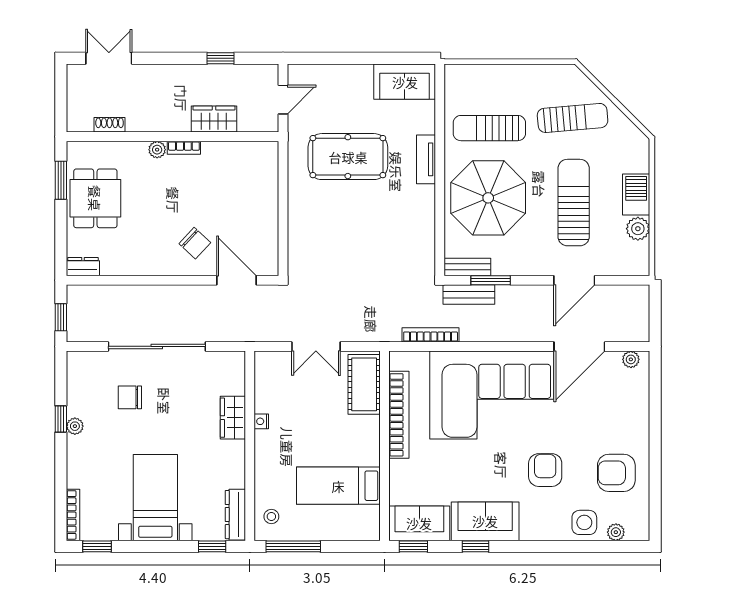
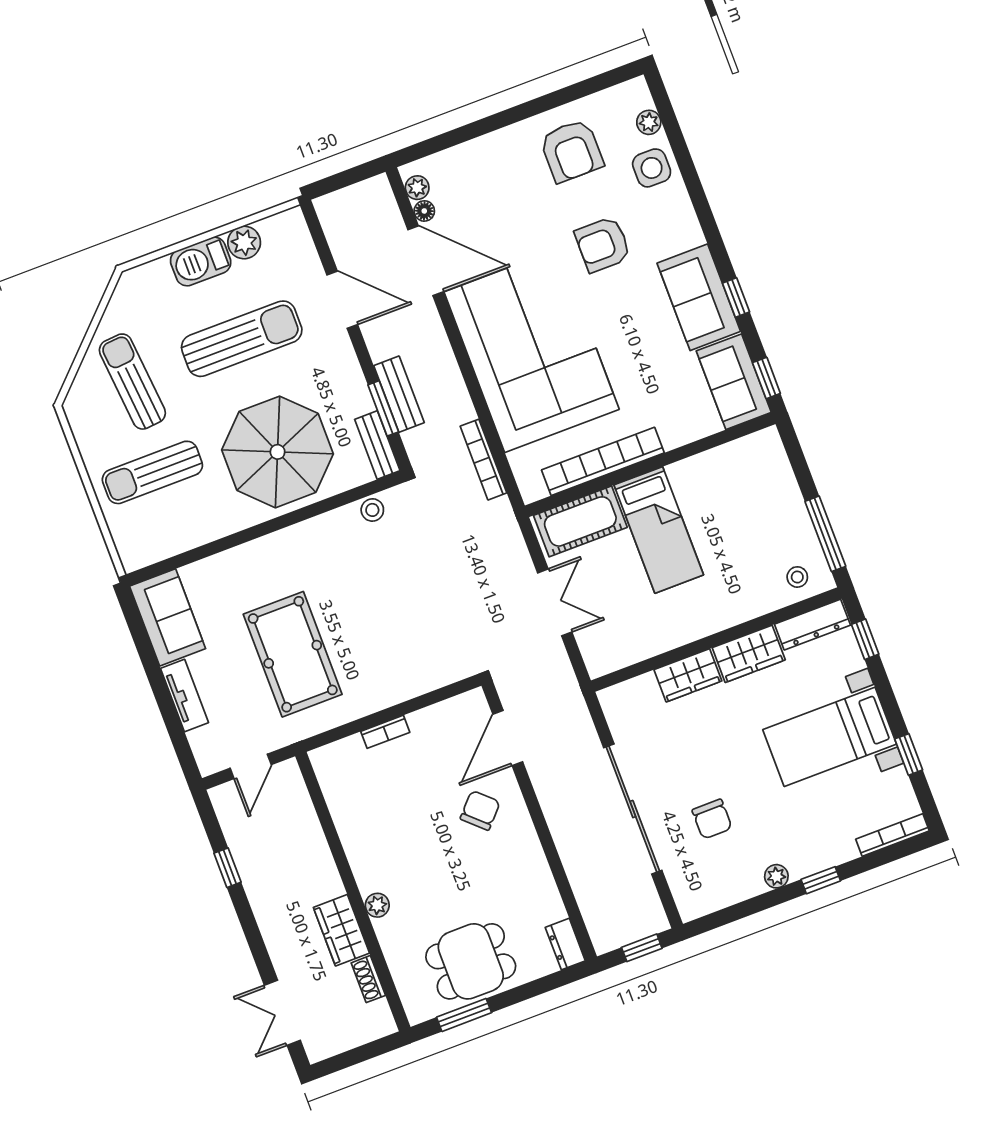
door: (283, 100) -> (251, 766), swing flipped
wardrobe: (214, 119) -> (341, 930), moved
sun lounger: (489, 128) -> (152, 472), moved, turned 90
bookcase: (184, 148) -> (385, 732), moved, turned 90
tv unit: (426, 159) -> (184, 696), moved, turned -90
sun lounger: (574, 203) -> (242, 339), turned 180
stool: (425, 247) -> (372, 510), added
bench: (469, 294) -> (399, 394), moved
floor lamp: (613, 358) -> (424, 211), added
window: (61, 419) -> (821, 880), moved
nightstand: (261, 421) -> (679, 637), removed
wardrobe: (232, 464) -> (749, 654), added
bed: (338, 486) -> (659, 530), moved
window: (97, 546) -> (909, 754), moved

